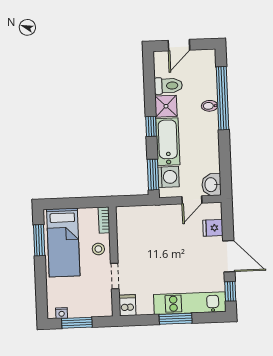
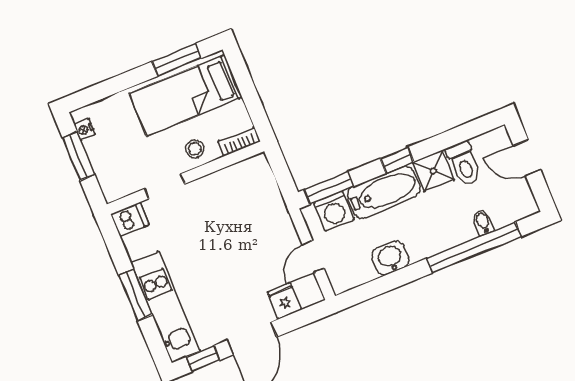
bidet: (210, 106) -> (483, 222), moved
washbasin: (211, 185) -> (390, 258), moved
door: (192, 200) -> (313, 257), hinge flipped

